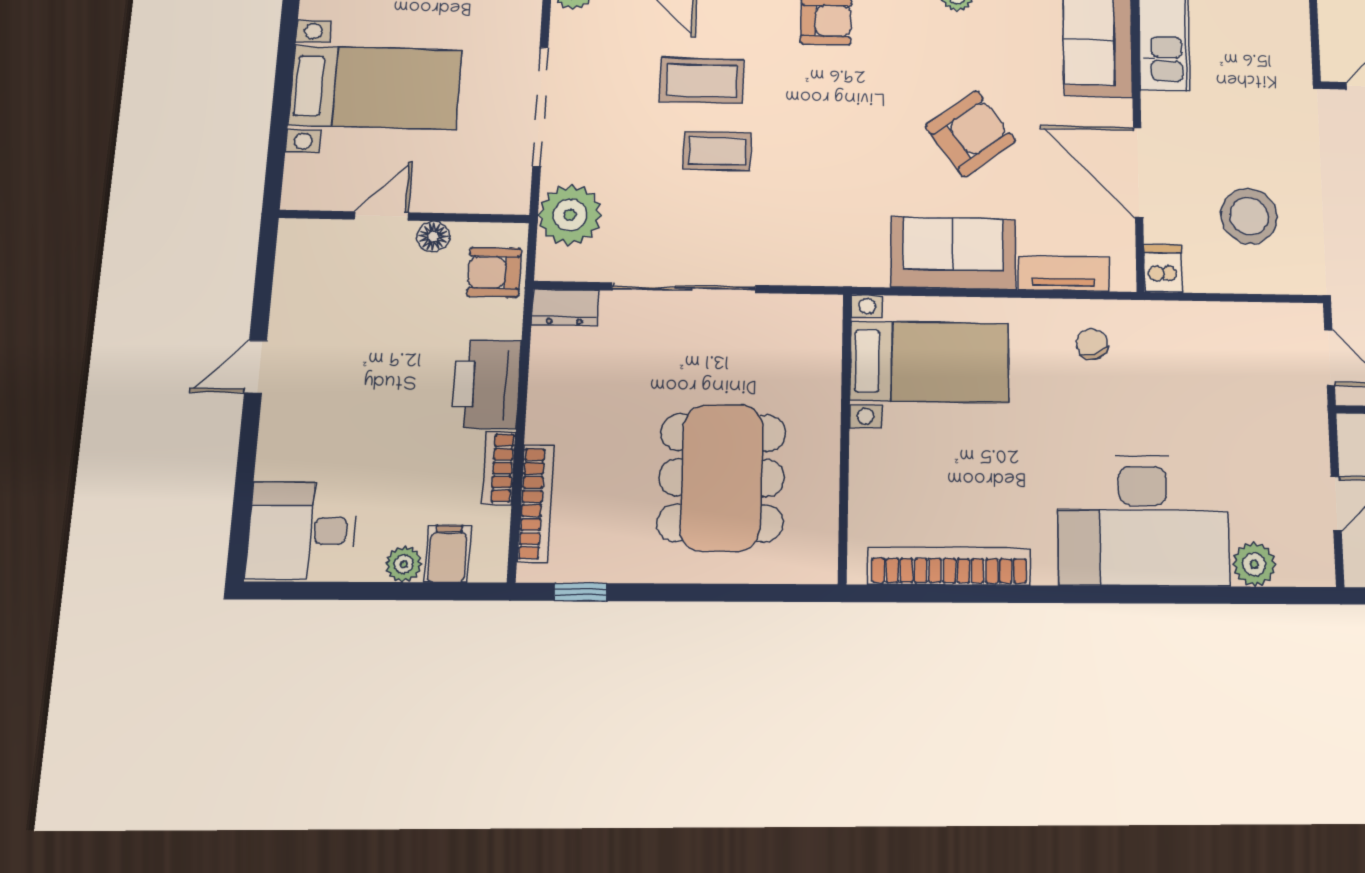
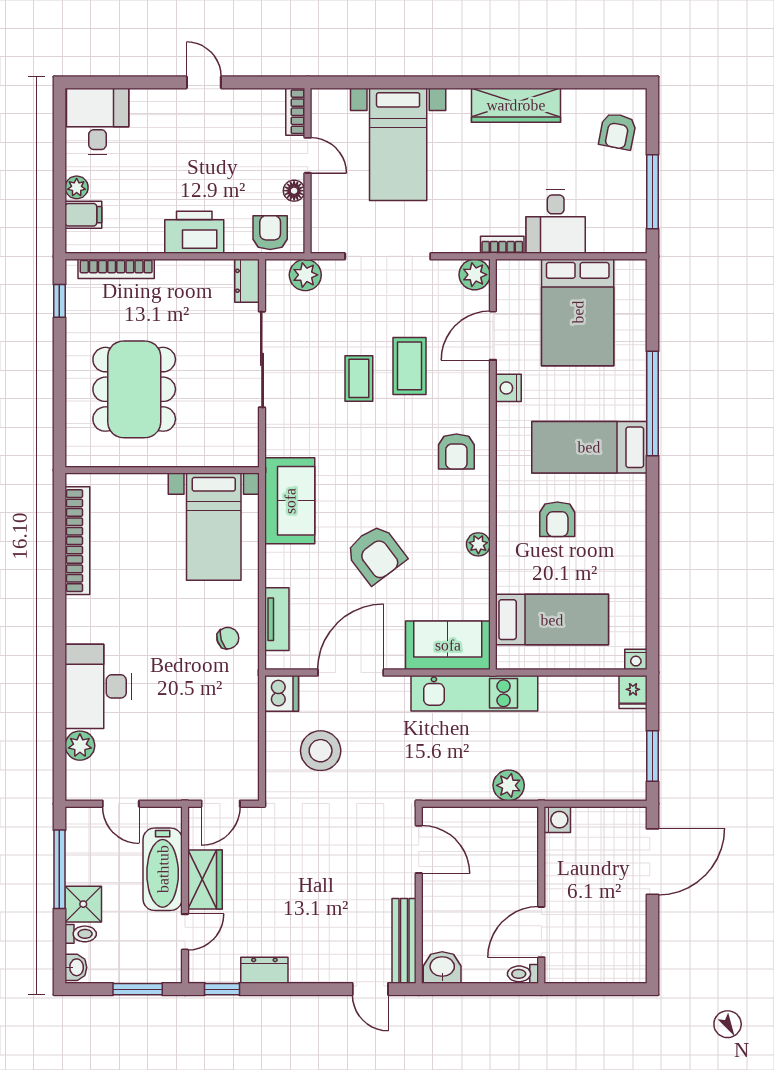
plant: (570, 215) -> (305, 275), width x0.73, depth x0.73
sofa: (953, 253) -> (290, 501), moved
dishwasher: (1163, 269) -> (282, 693), width x1.38
bookcase: (499, 468) -> (295, 112), moved, turned -90
dining table: (722, 478) -> (134, 389), turned 90
desk: (1143, 521) -> (98, 686), width x0.73, depth x0.77

